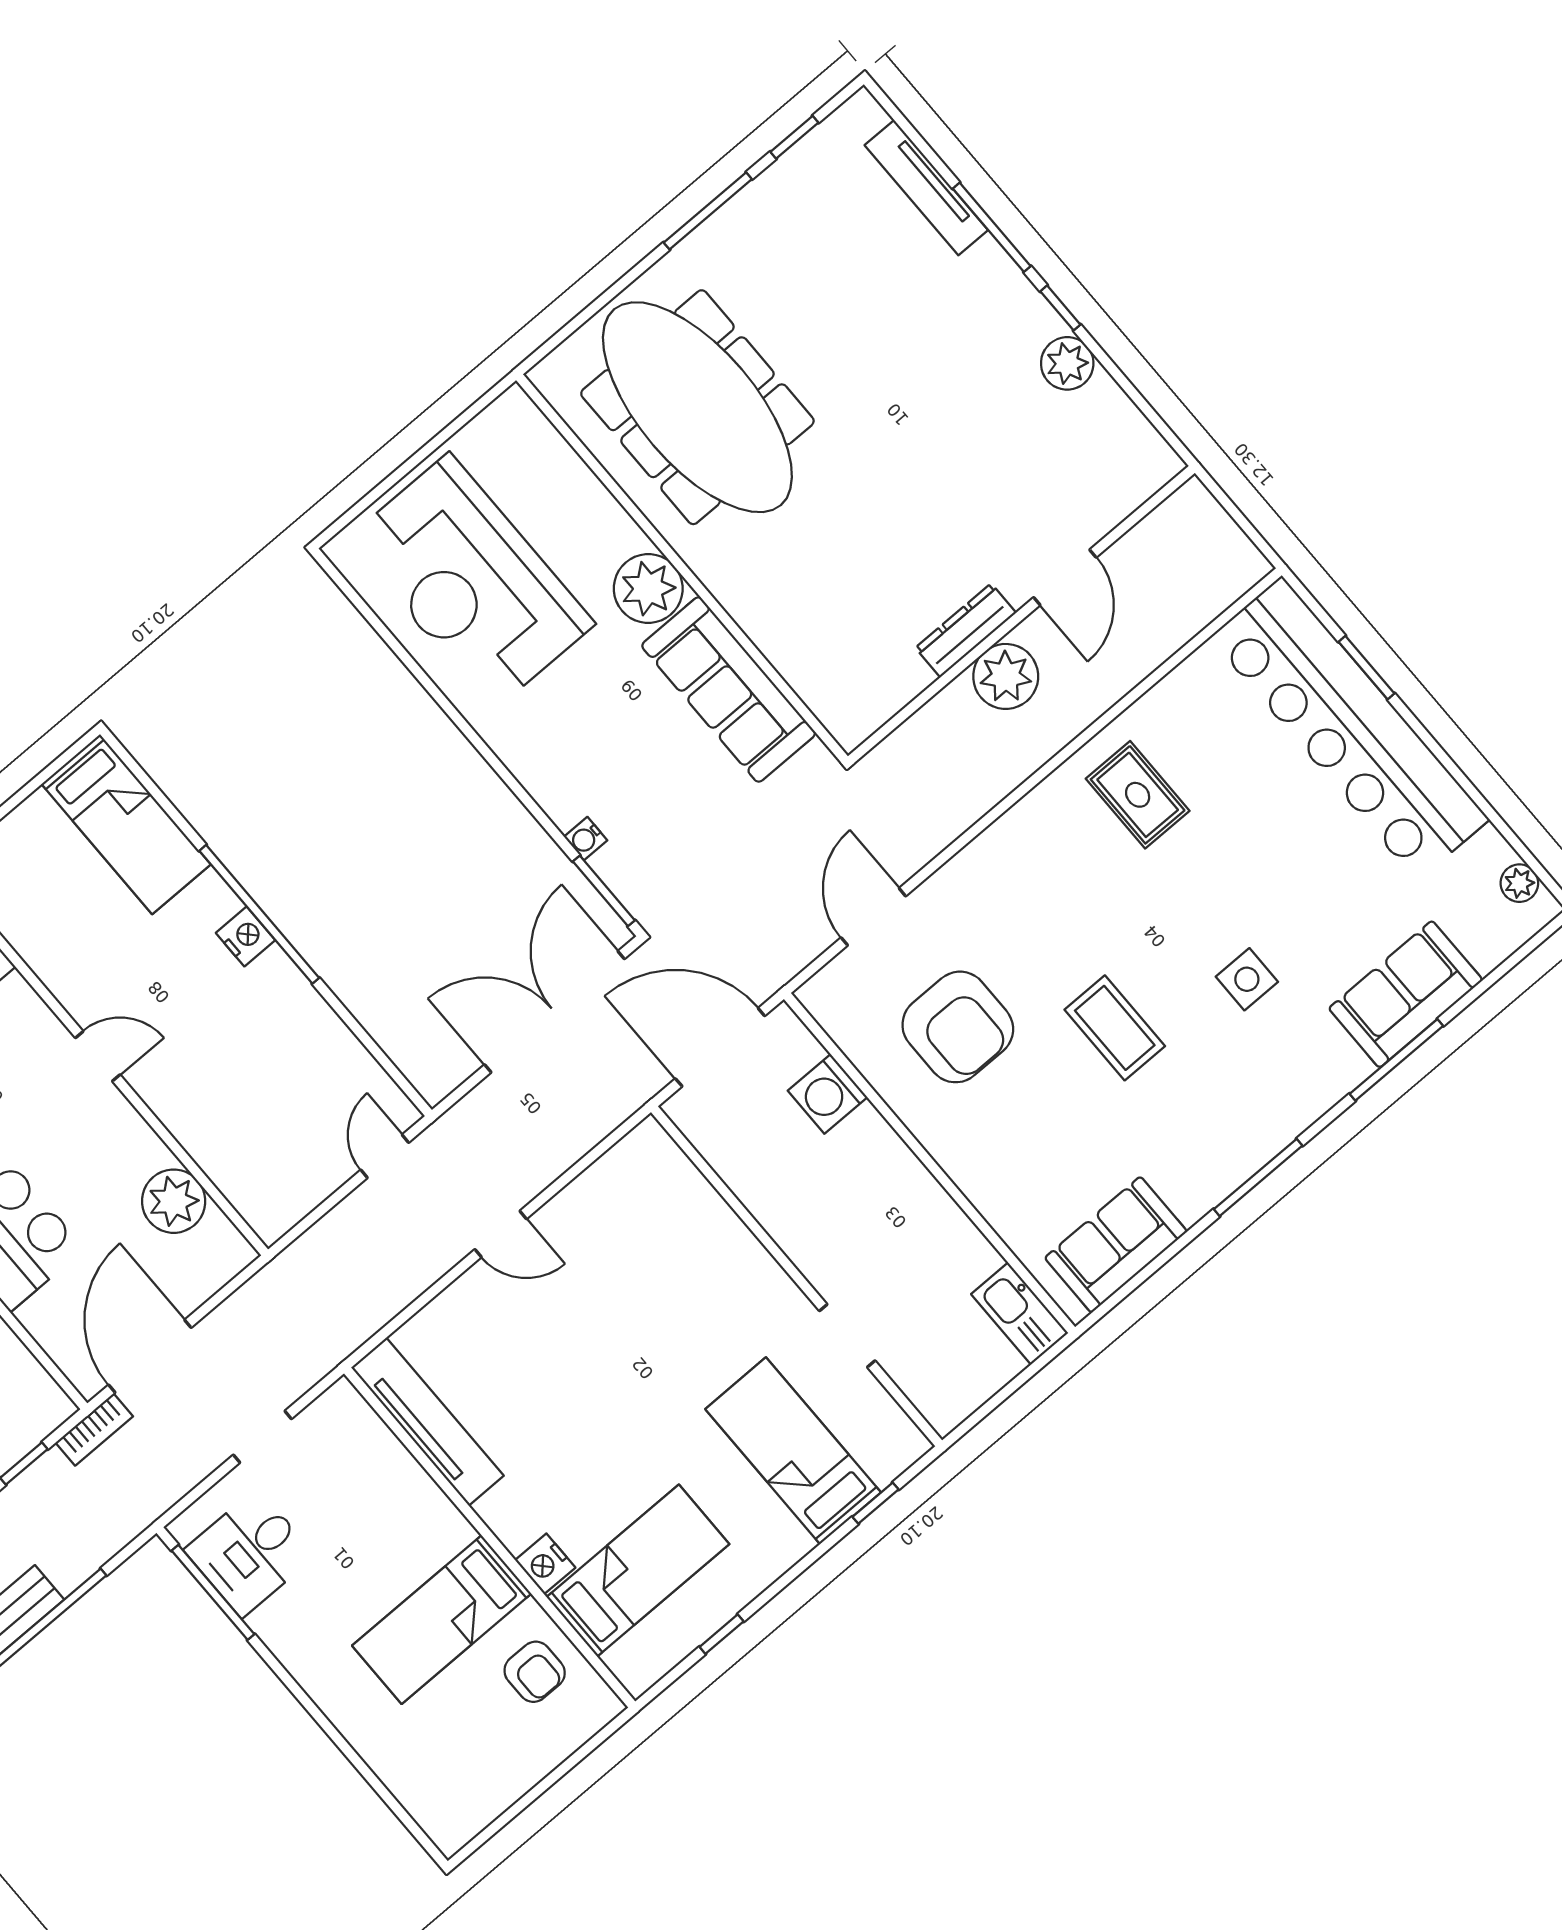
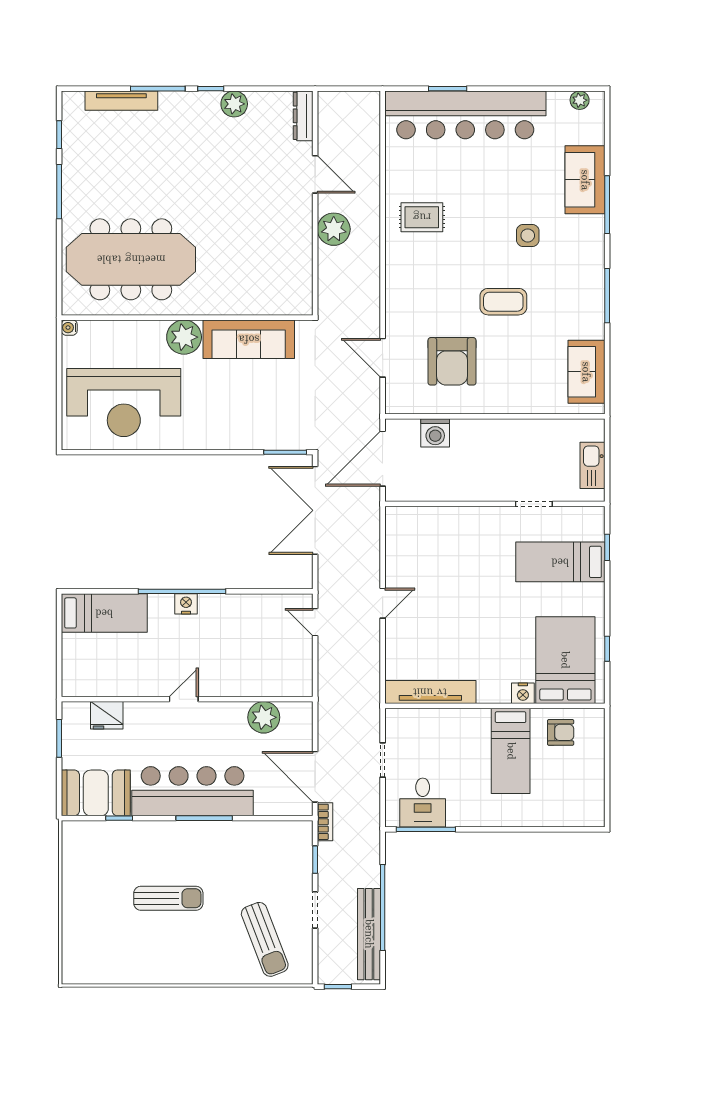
dresser: (966, 630) -> (303, 116), moved
water cooler: (586, 839) -> (69, 328), moved, turned 90
armchair: (958, 1027) -> (452, 361), turned 90
kitchen sink: (1020, 1314) -> (593, 465), moved, turned 90
bed: (638, 1571) -> (565, 660), width x1.50

